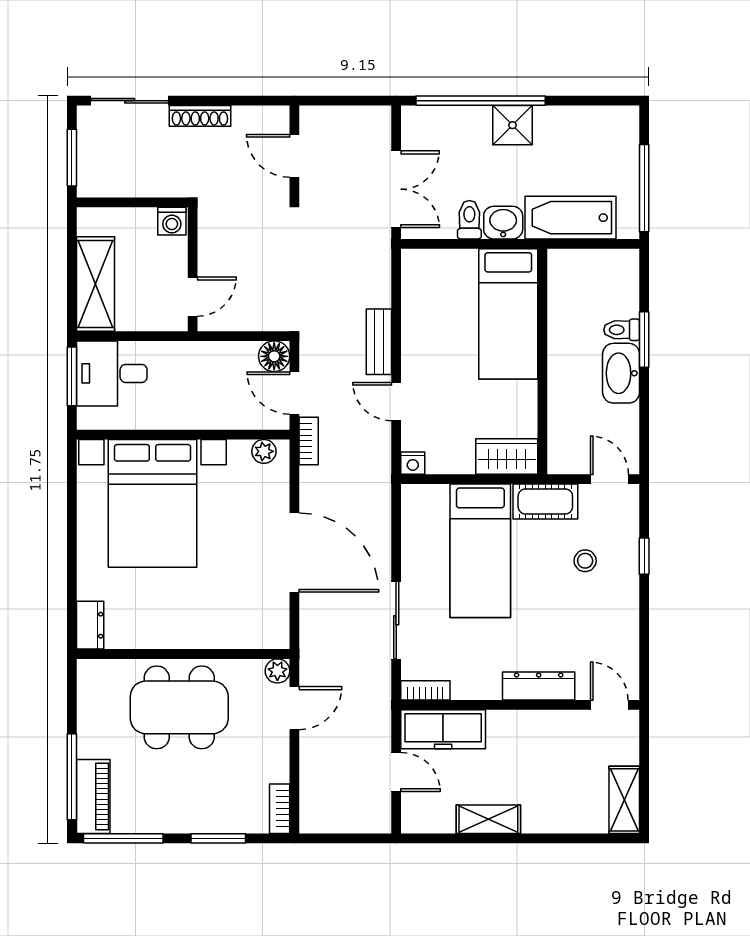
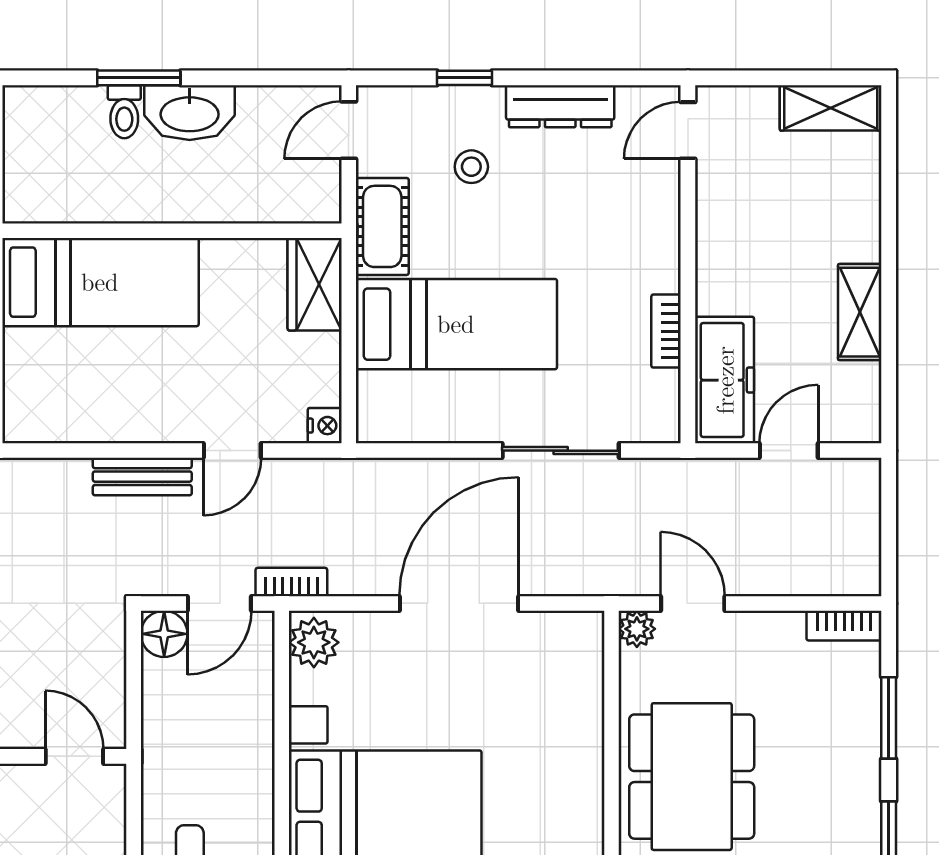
plant: (264, 451) -> (314, 642), width x1.38, depth x1.38
dresser: (539, 686) -> (560, 106), moved, turned -90
bookcase: (425, 690) -> (666, 331), moved

